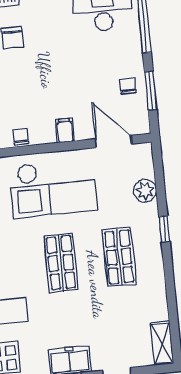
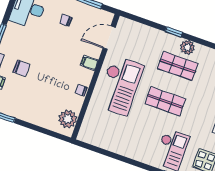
chair: (128, 86) -> (66, 20), moved
plant: (145, 191) -> (187, 47), moved

